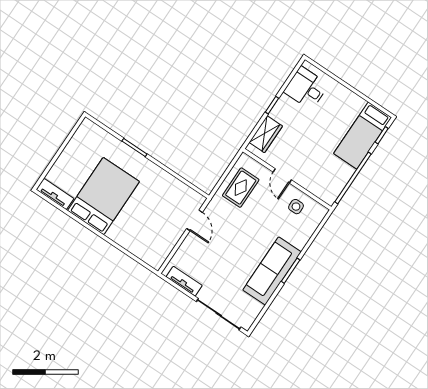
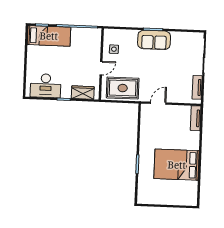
desk: (306, 88) -> (46, 86), width x1.37
rug: (241, 188) -> (123, 88), width x1.36, depth x1.43
tv unit: (55, 194) -> (196, 118), moved
sofa: (272, 271) -> (154, 40), width x0.73

